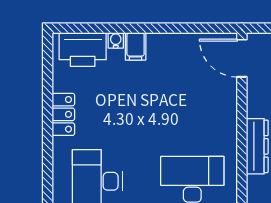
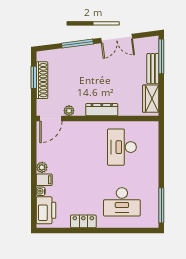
plant: (157, 42) -> (42, 167), added
plant: (256, 89) -> (69, 111), added

